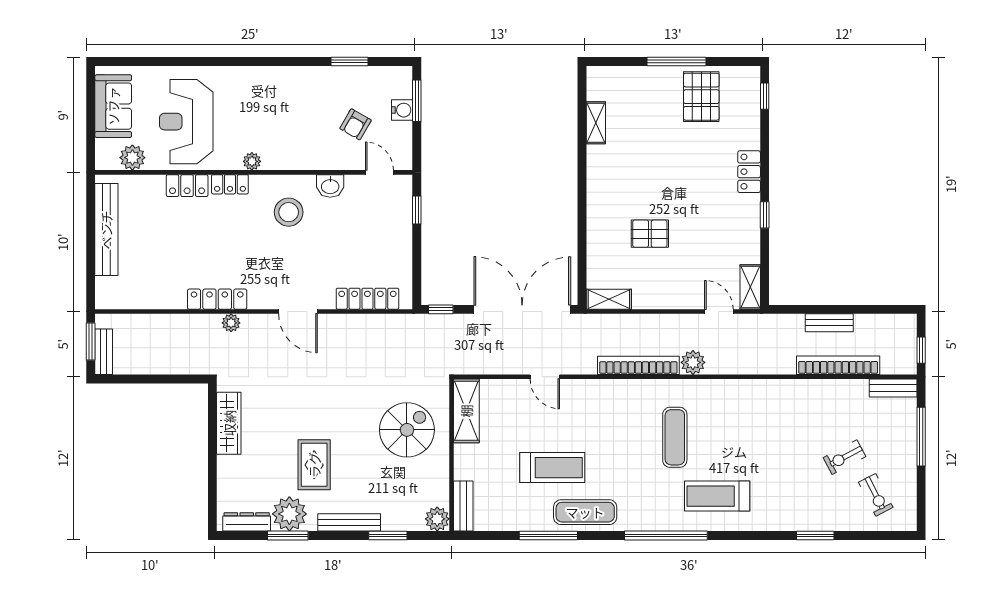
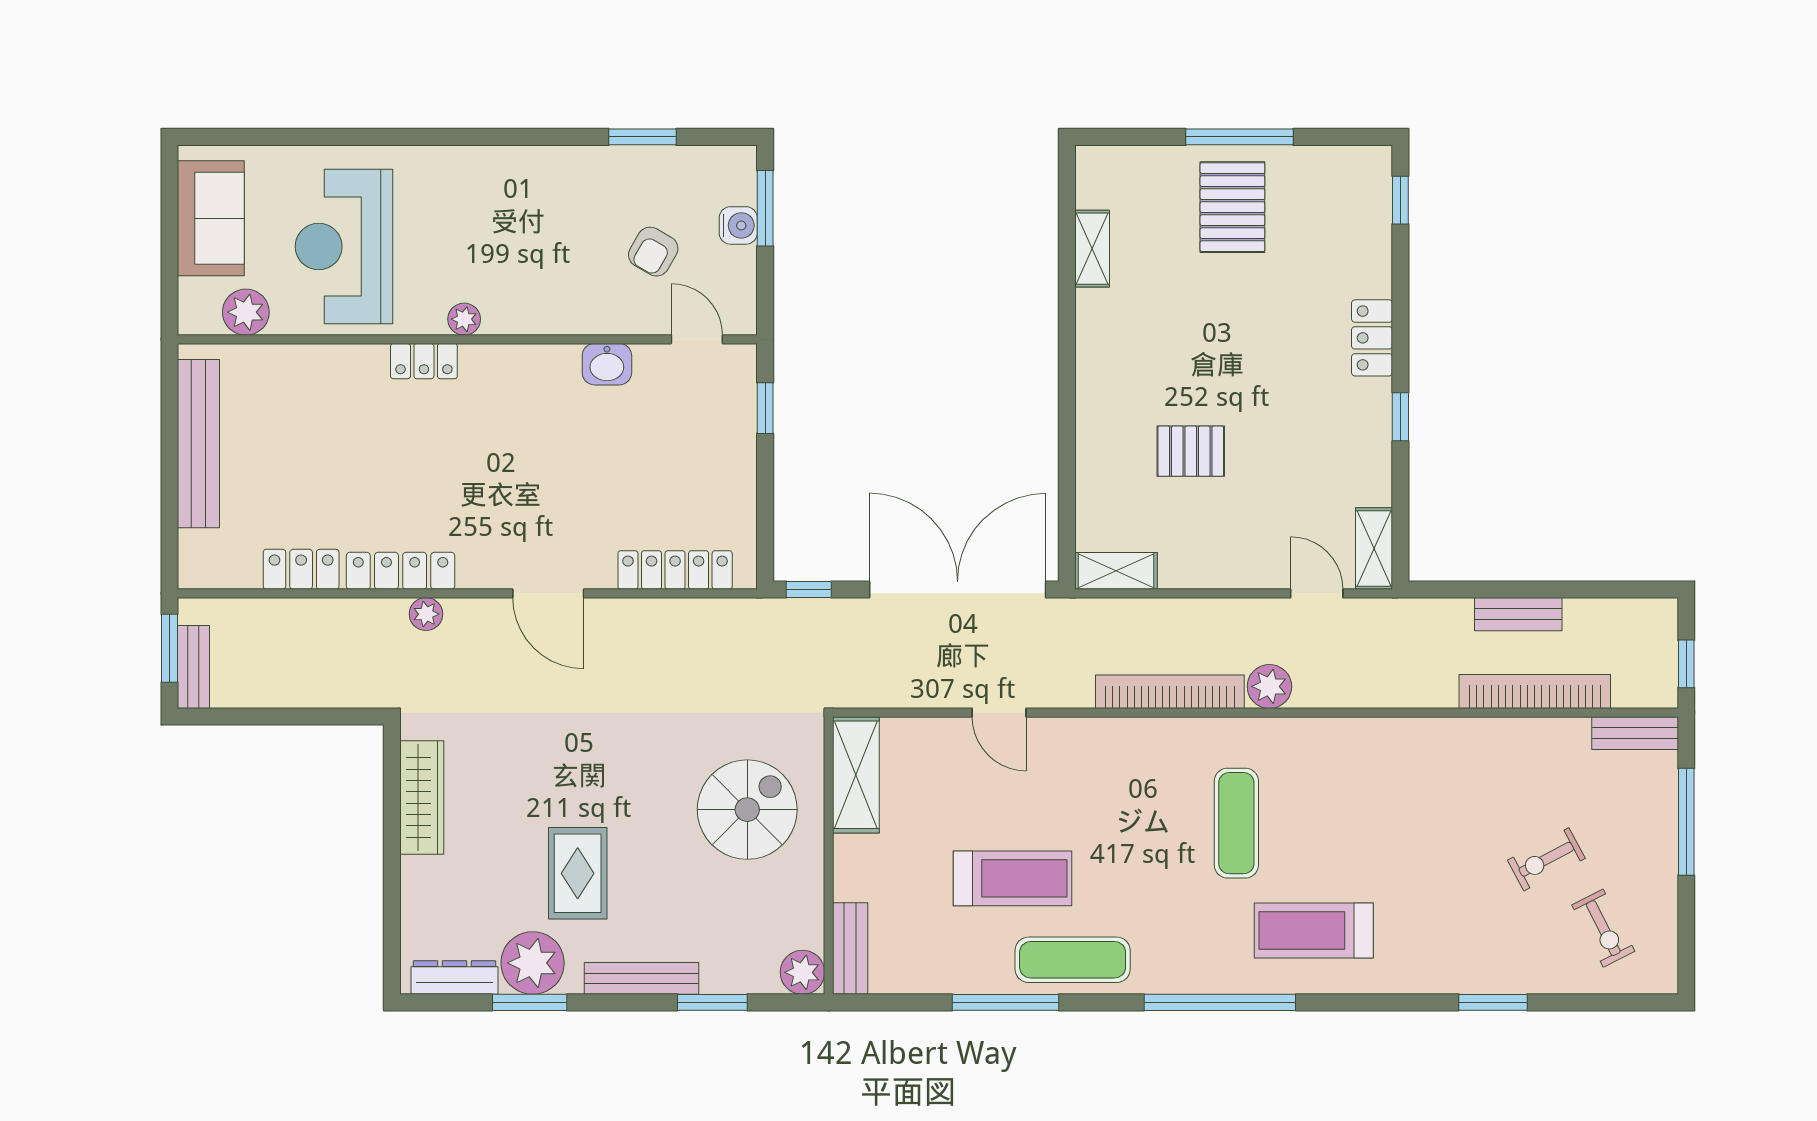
pallet: (701, 97) -> (1232, 207), moved
locker: (187, 186) -> (301, 569), moved, turned 180
stool: (289, 212) -> (531, 412), removed

